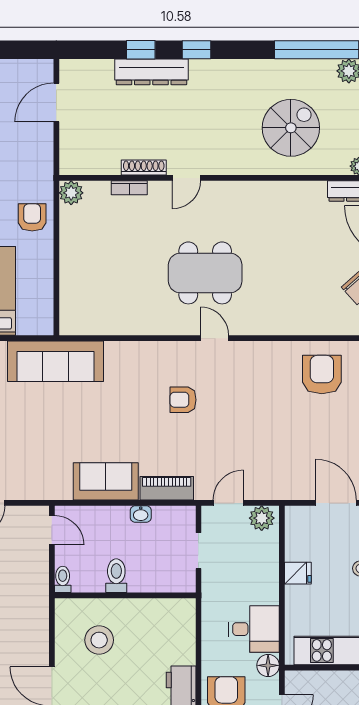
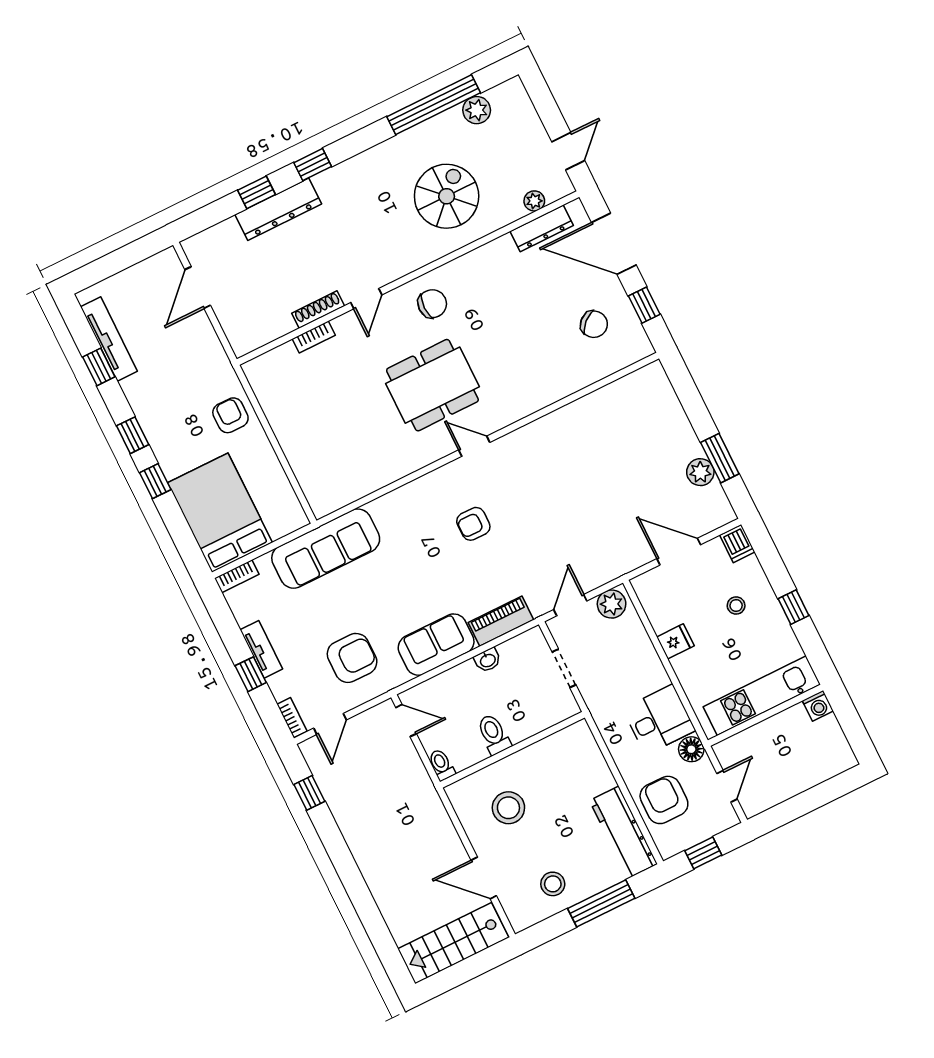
plant: (71, 193) -> (257, 371), removed
chair: (237, 208) -> (432, 304), added
armchair: (322, 374) -> (352, 658), moved, turned 90

